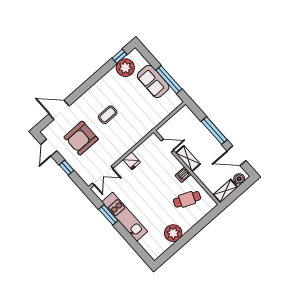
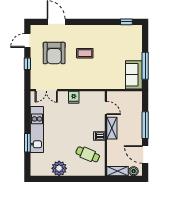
plant: (125, 68) -> (124, 33), removed
sofa: (153, 81) -> (134, 75), moved
armchair: (81, 138) -> (54, 53), turned -90
window: (108, 215) -> (27, 143), moved

